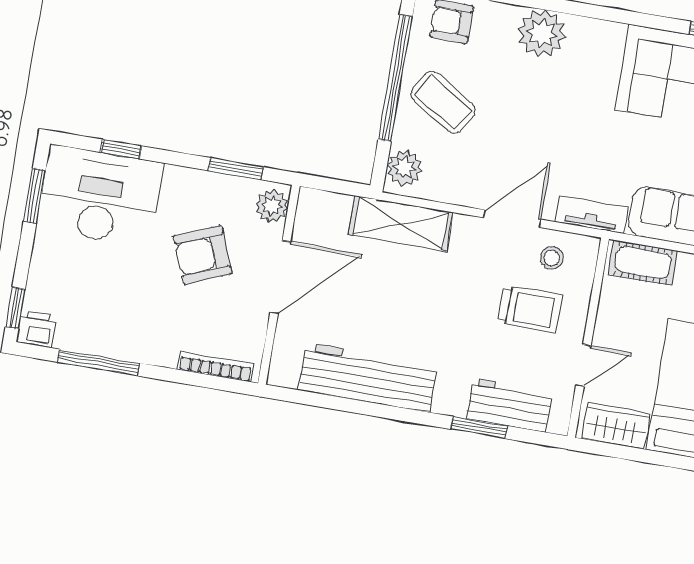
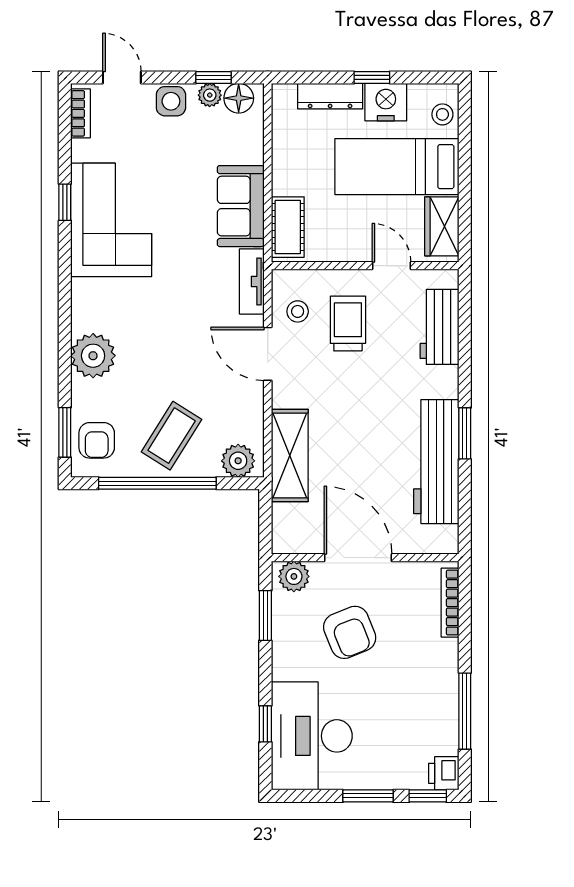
window: (34, 196) -> (368, 796), moved
window: (479, 428) -> (465, 433), moved

